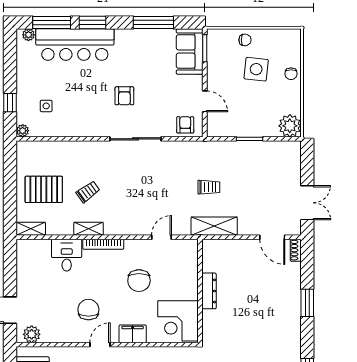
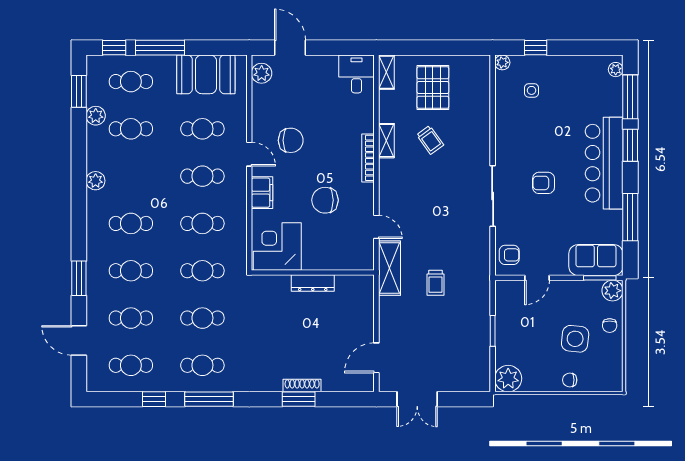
plant: (215, 38) -> (613, 291), added
bar counter: (75, 45) -> (604, 163), moved
shelving: (214, 226) -> (389, 268), moved
shoe rack: (296, 250) -> (302, 386), moved, width x1.43
desk: (67, 255) -> (357, 74), moved, turned -90

